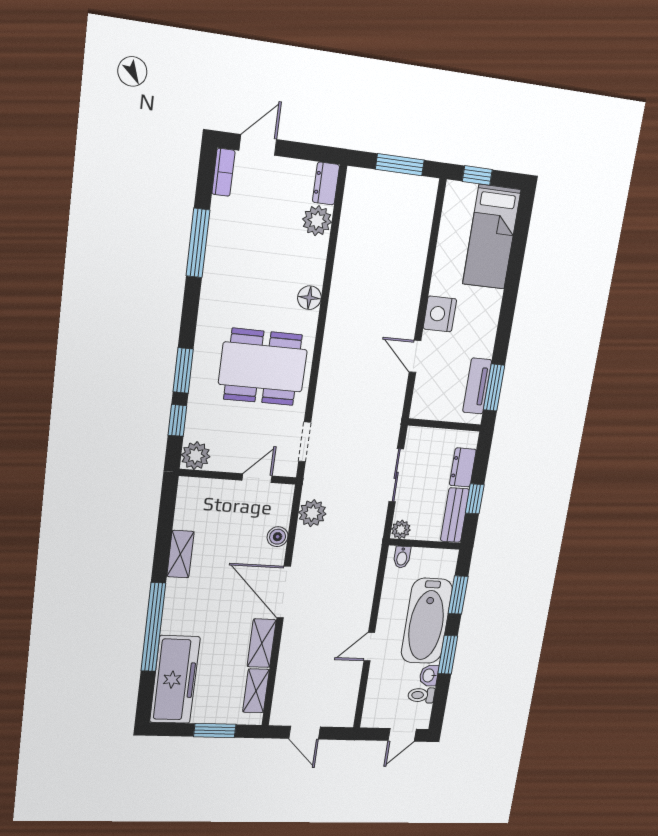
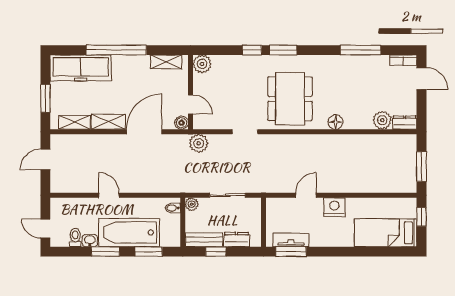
plant: (196, 456) -> (202, 64), moved
wall: (238, 477) -> (191, 92), moved
door: (257, 478) -> (191, 104), moved

